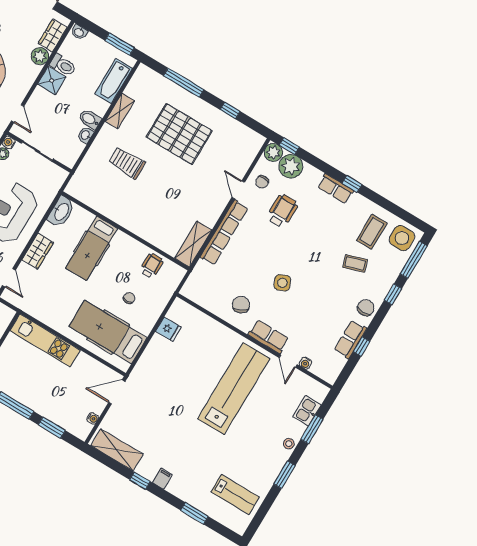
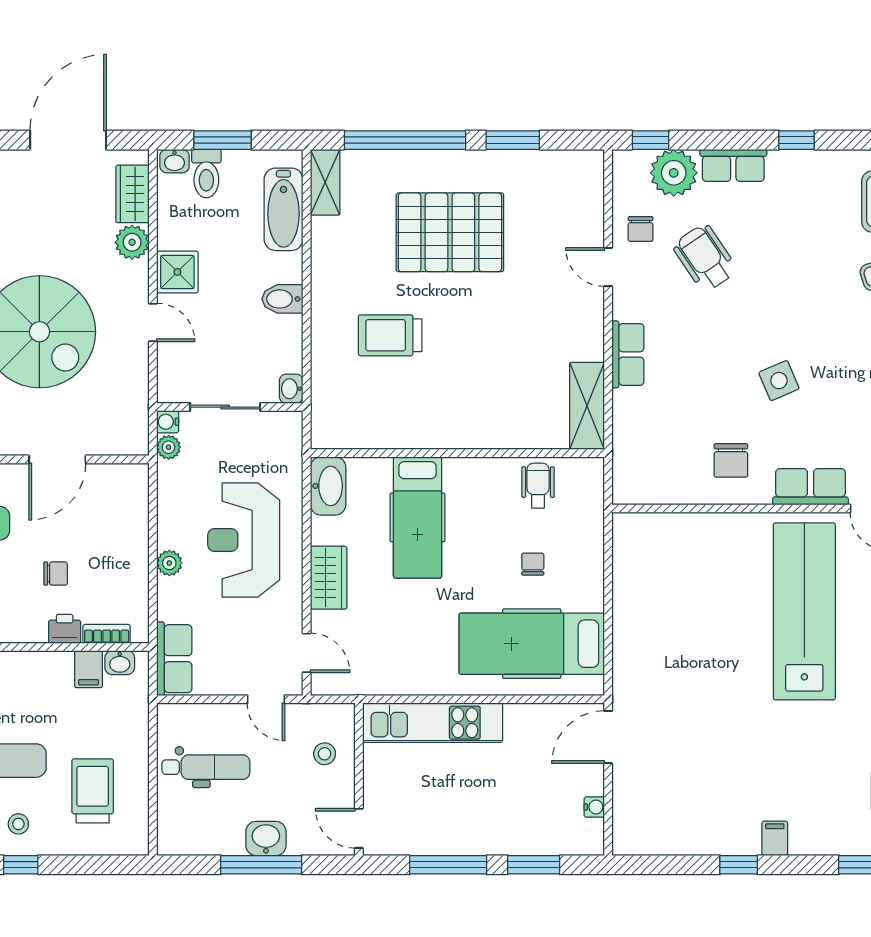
window: (120, 44) -> (222, 140), moved
toilet: (63, 65) -> (206, 173), moved, turned 90
window: (184, 83) -> (405, 140), width x1.46
shelving: (120, 111) -> (325, 182), moved
window: (230, 111) -> (513, 140), width x1.50
door: (18, 114) -> (153, 322), moved
washbasin: (86, 135) -> (291, 389), moved
plant: (273, 152) -> (630, 167), removed
row of seats: (336, 189) -> (733, 165), moved
wheelchair: (282, 211) -> (705, 258), turned -34
row of seats: (224, 232) -> (628, 354), width x0.50
chair: (241, 305) -> (731, 460), turned -153
fridge: (168, 329) -> (632, 577), removed
shelving: (117, 450) -> (668, 836), removed

